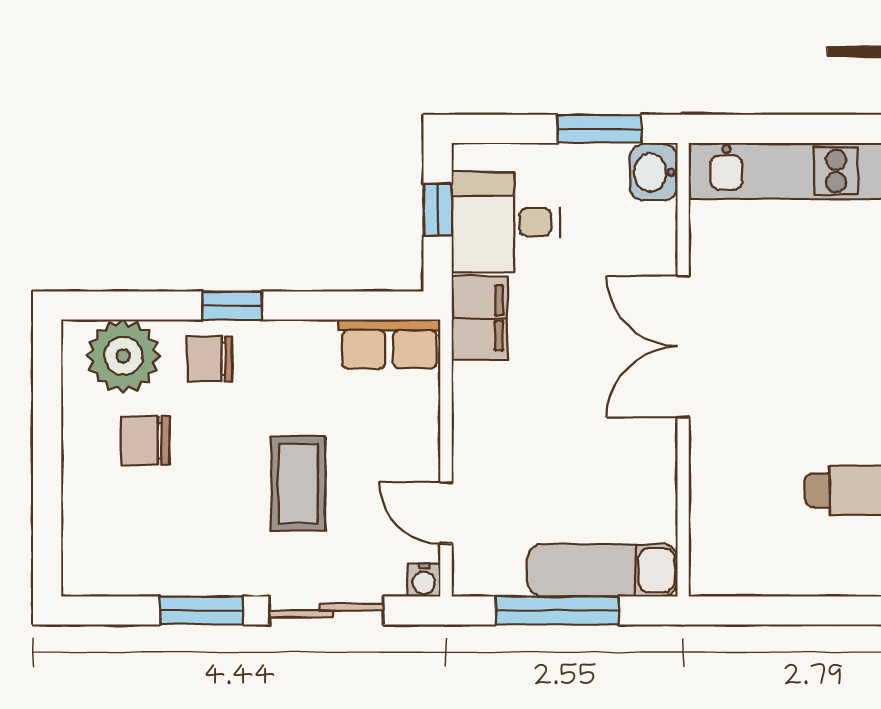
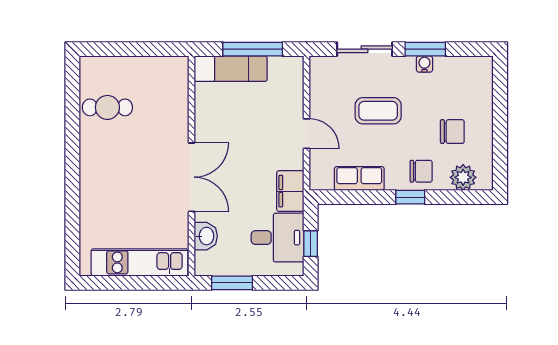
washbasin: (654, 172) -> (206, 236), moved
row of seats: (389, 344) -> (359, 178), moved
plant: (123, 356) -> (463, 177), width x0.73, depth x0.73
coffee table: (298, 483) -> (378, 111), turned 90
door: (446, 513) -> (307, 134), moved
water cooler: (424, 580) -> (424, 64), moved

